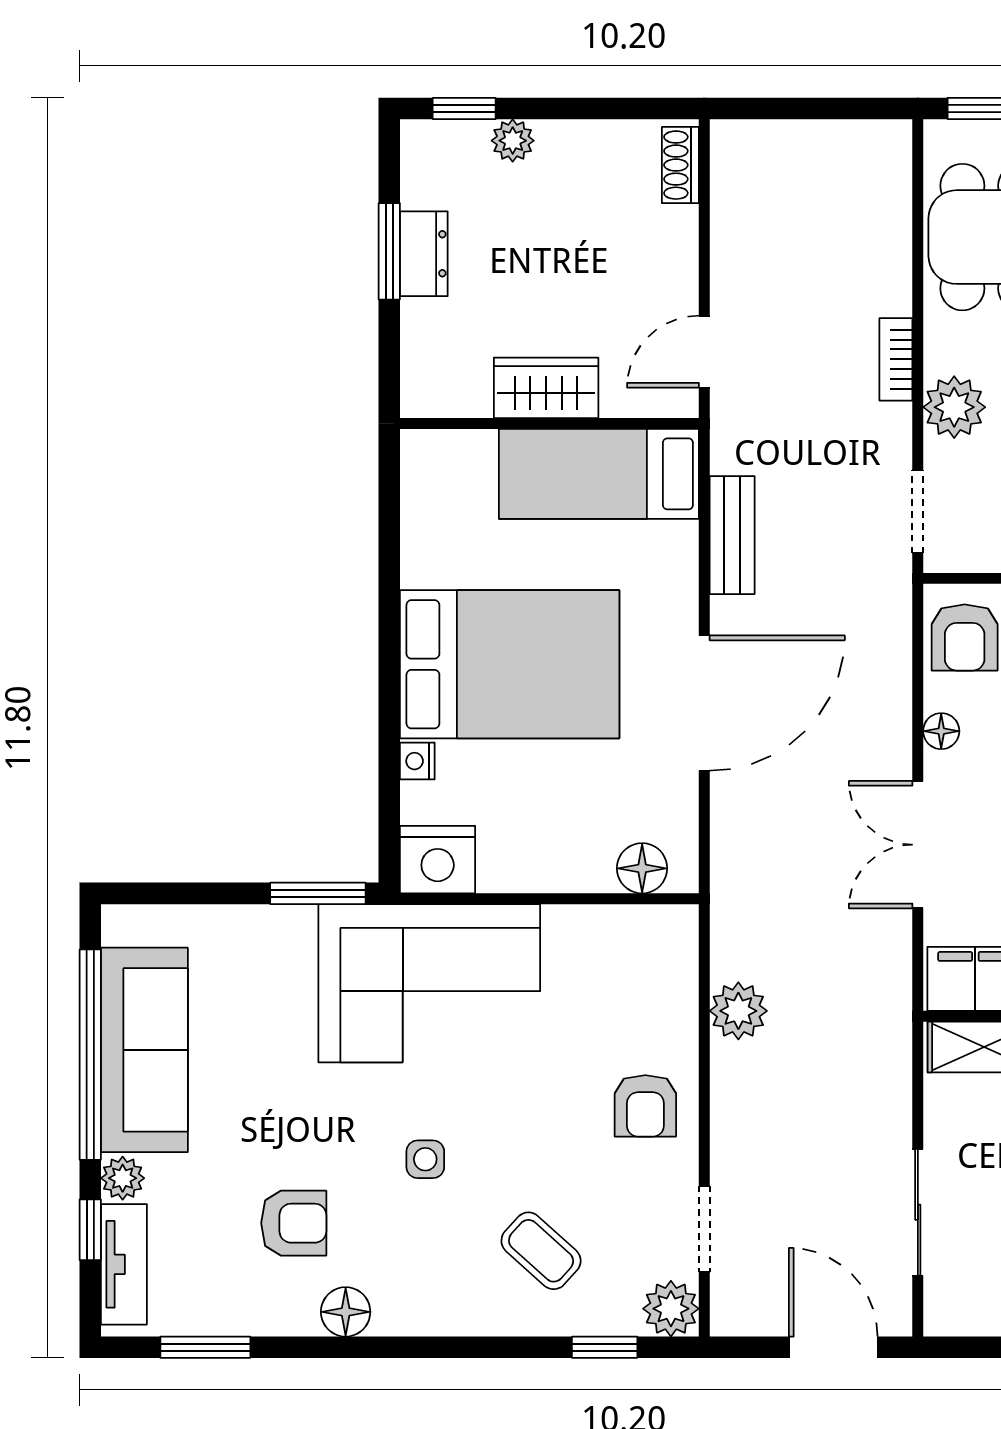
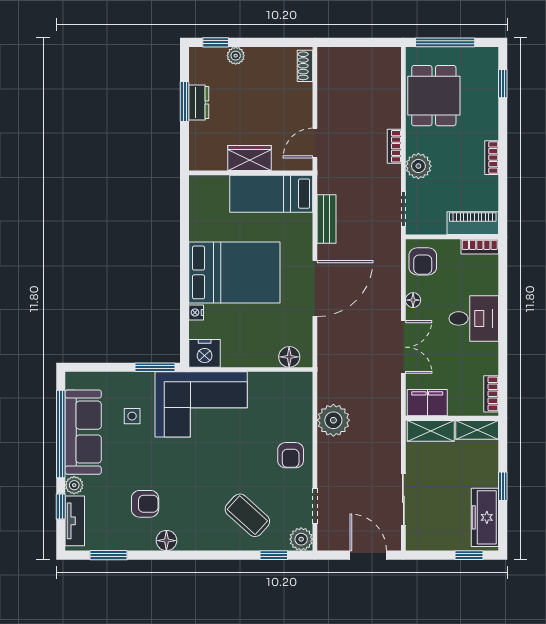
double door: (918, 845) -> (403, 347), swing flipped
plant: (738, 1011) -> (333, 420), width x1.36, depth x1.36
side table: (425, 1159) -> (132, 416), moved
coffee table: (541, 1251) -> (247, 515), width x1.36, depth x1.30

